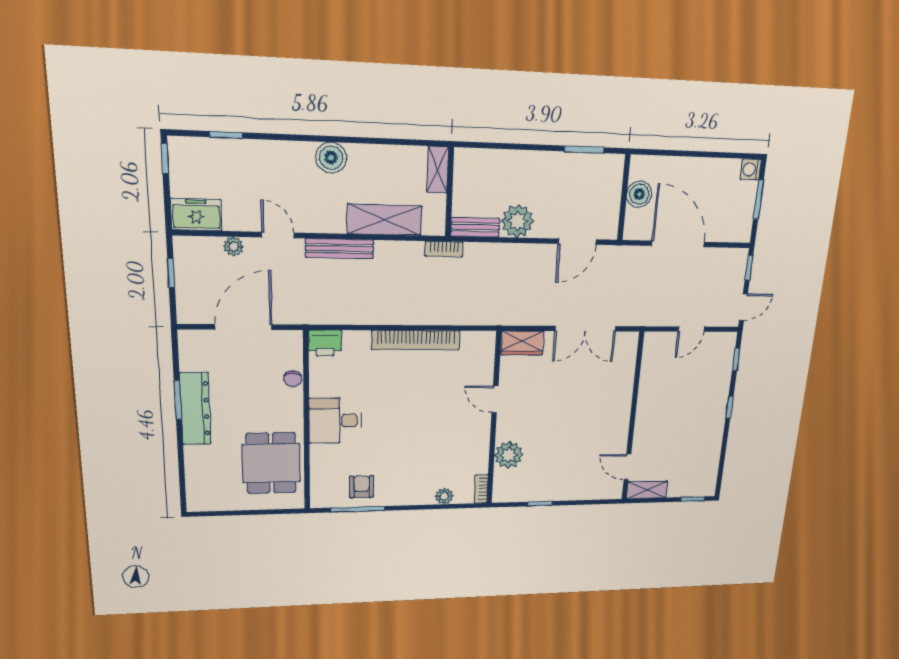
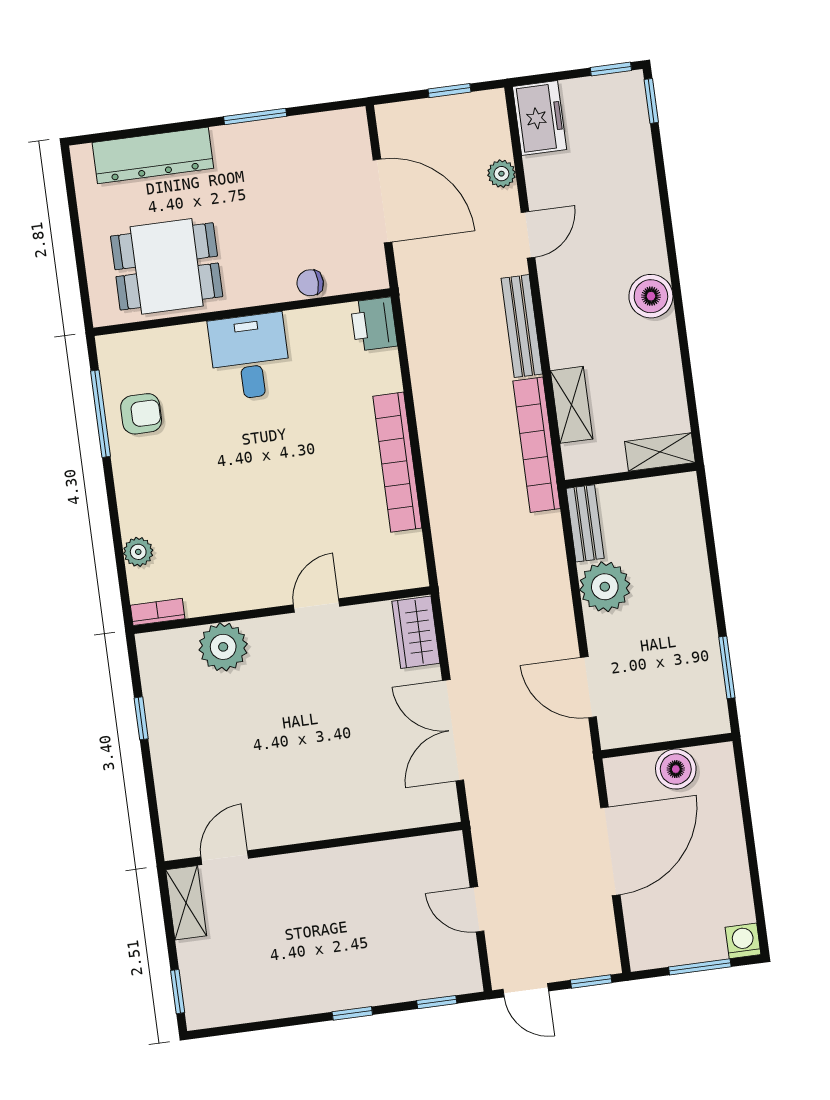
window: (226, 135) -> (651, 101), moved
shelving: (385, 220) -> (572, 405), width x0.67, depth x0.75
bookcase: (444, 249) -> (537, 445), width x2.31, depth x1.31
dresser: (195, 409) -> (153, 155), moved

